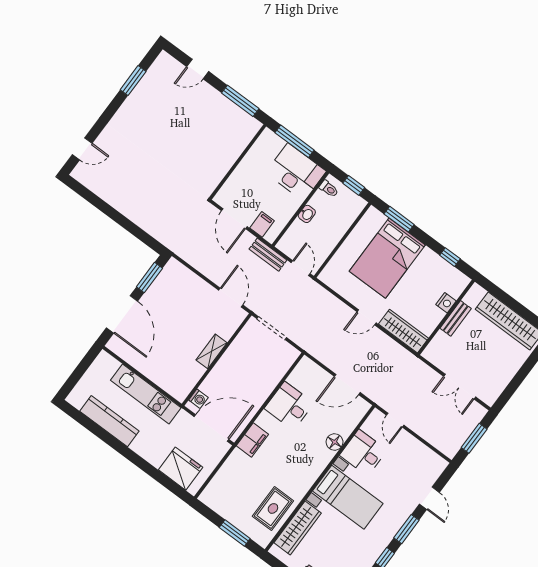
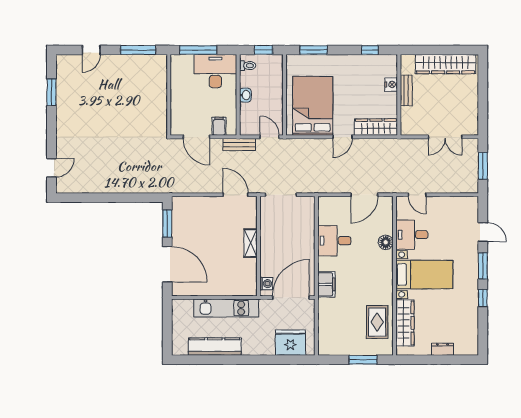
bed: (387, 258) -> (313, 106), moved, turned 180

